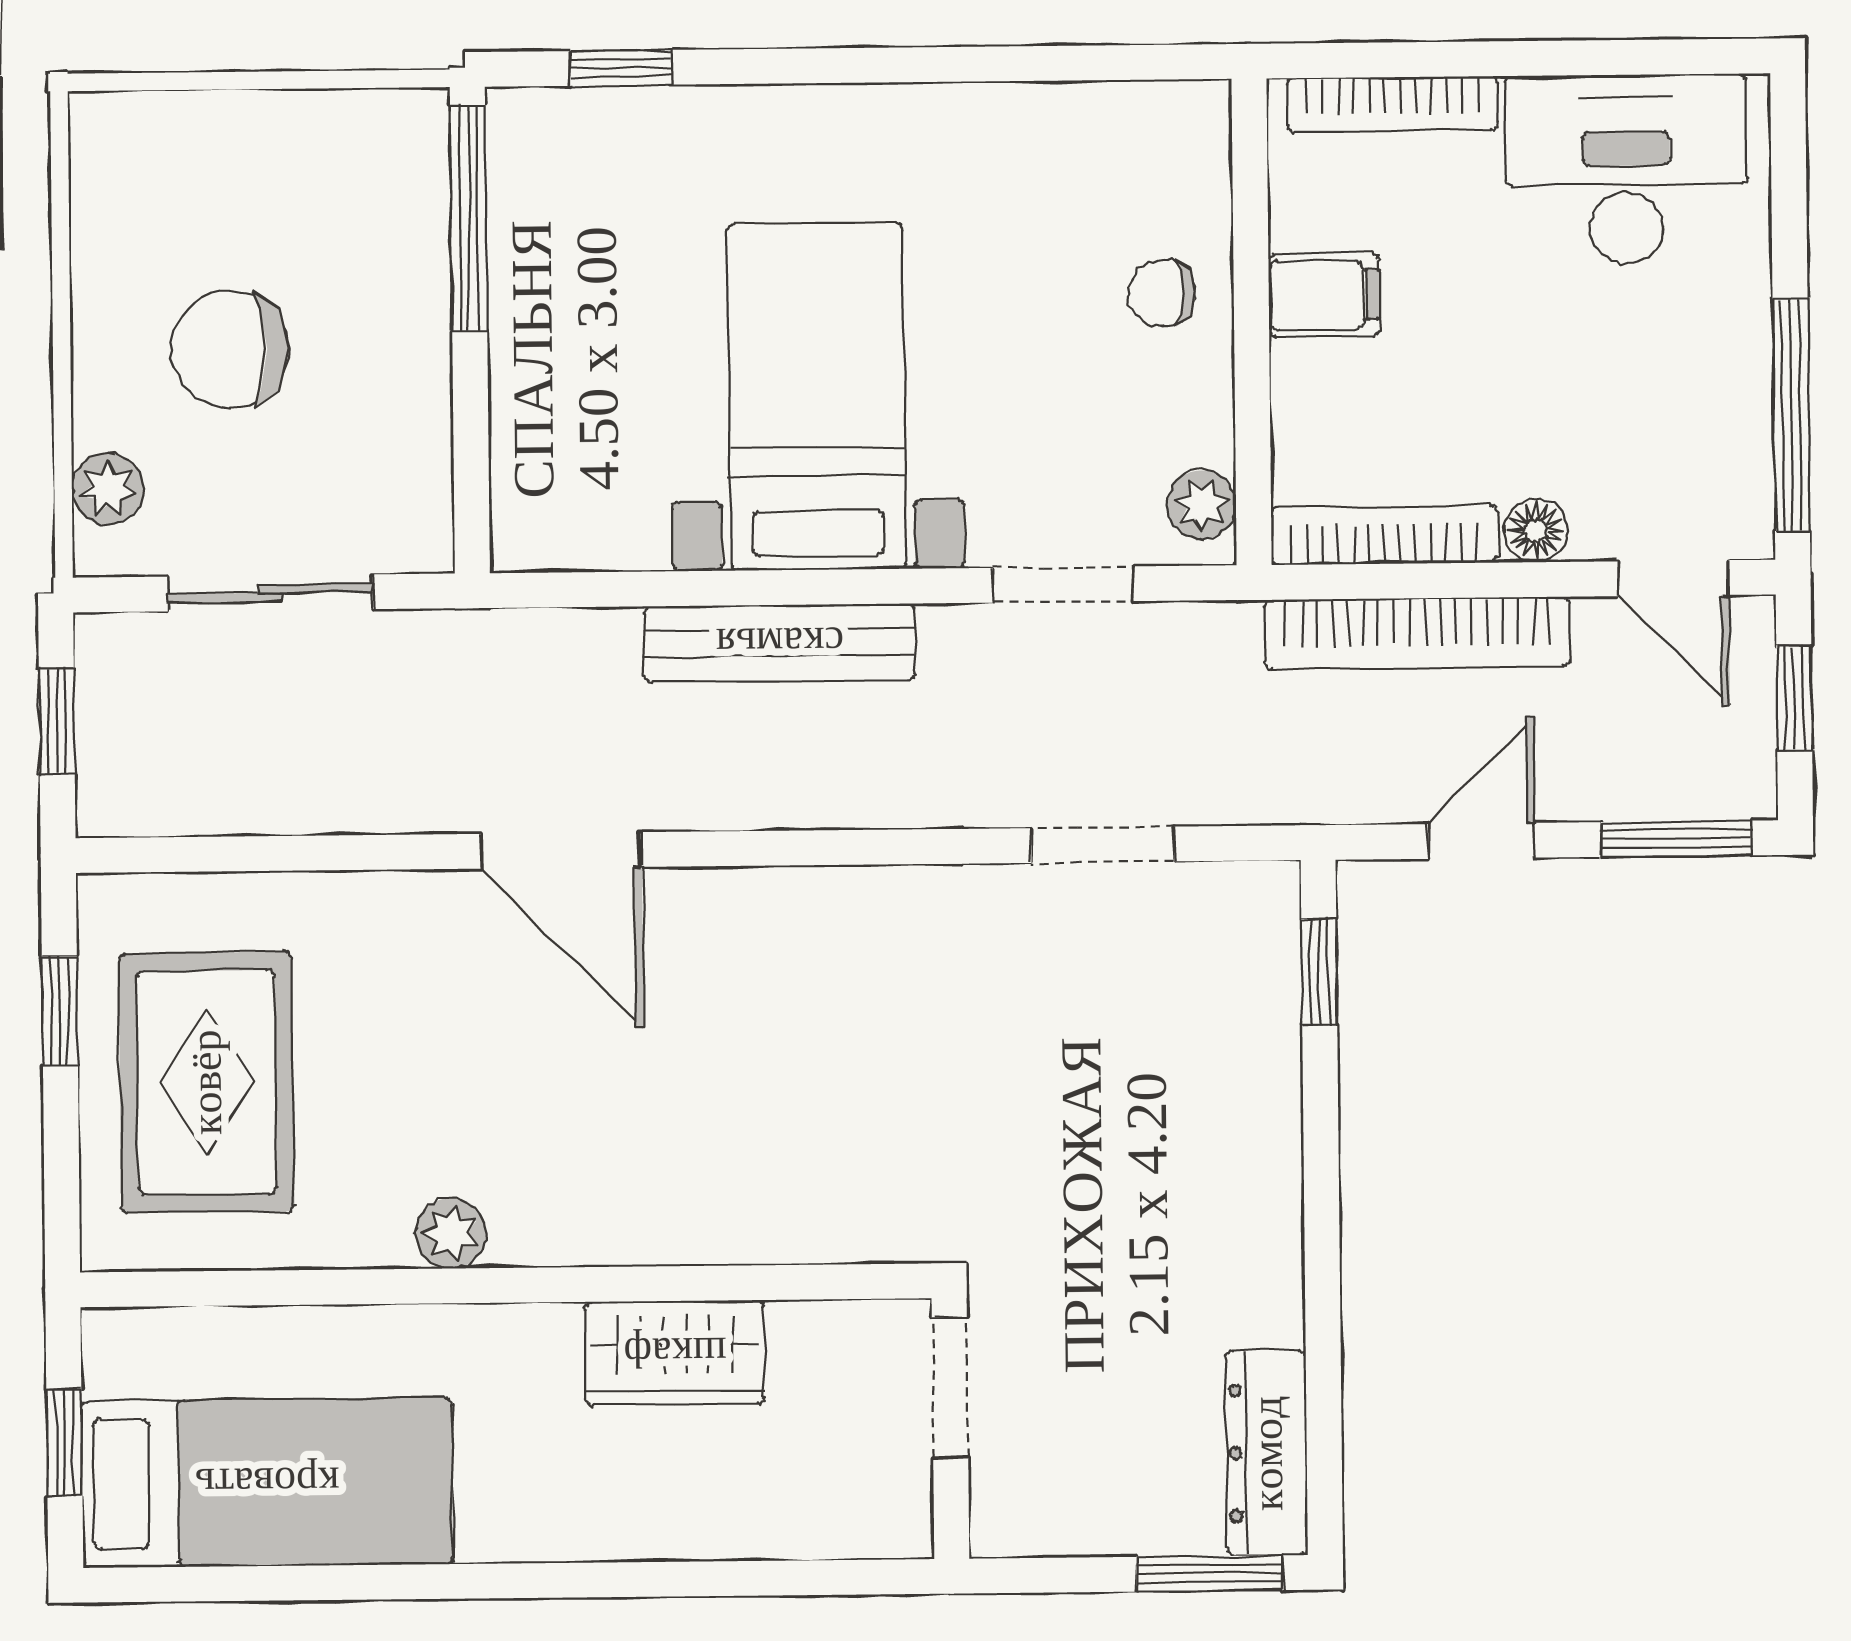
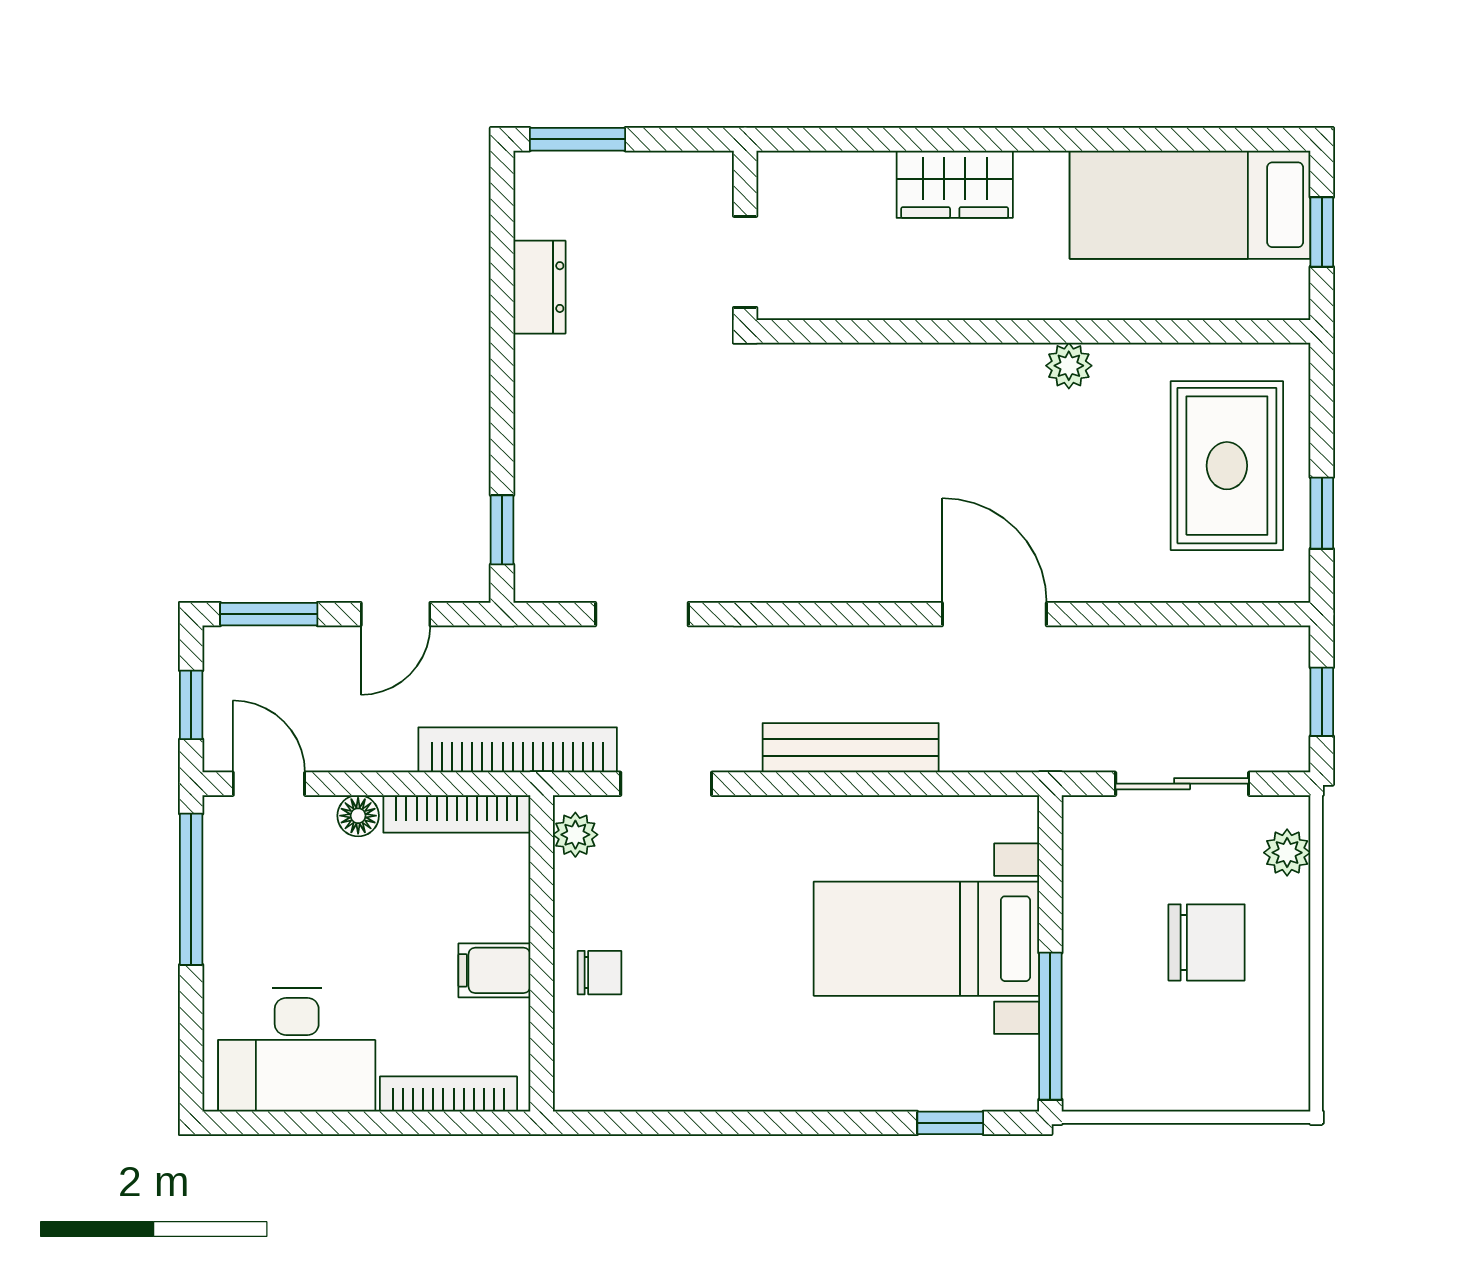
bed with nightstands: (817, 397) -> (926, 939), moved, turned 90
bookcase: (1418, 633) -> (518, 750), moved
wardrobe: (675, 1353) -> (955, 184), moved, turned 180
dresser: (1267, 1453) -> (539, 287), moved, width x0.70

